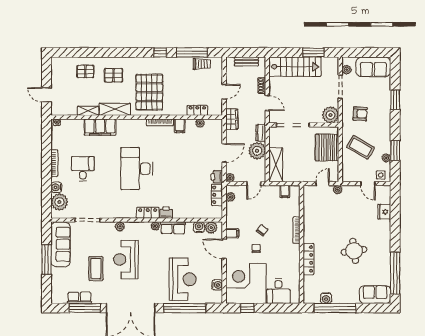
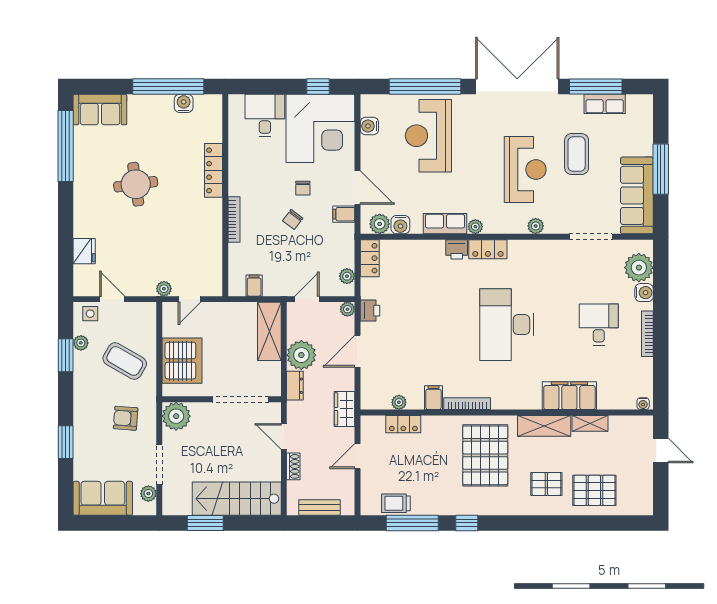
pallet: (85, 72) -> (594, 490), width x1.50, depth x1.42
desk: (83, 169) -> (599, 325), turned 180
desk: (137, 169) -> (507, 325), turned 180
locker: (217, 195) -> (370, 258), moved

